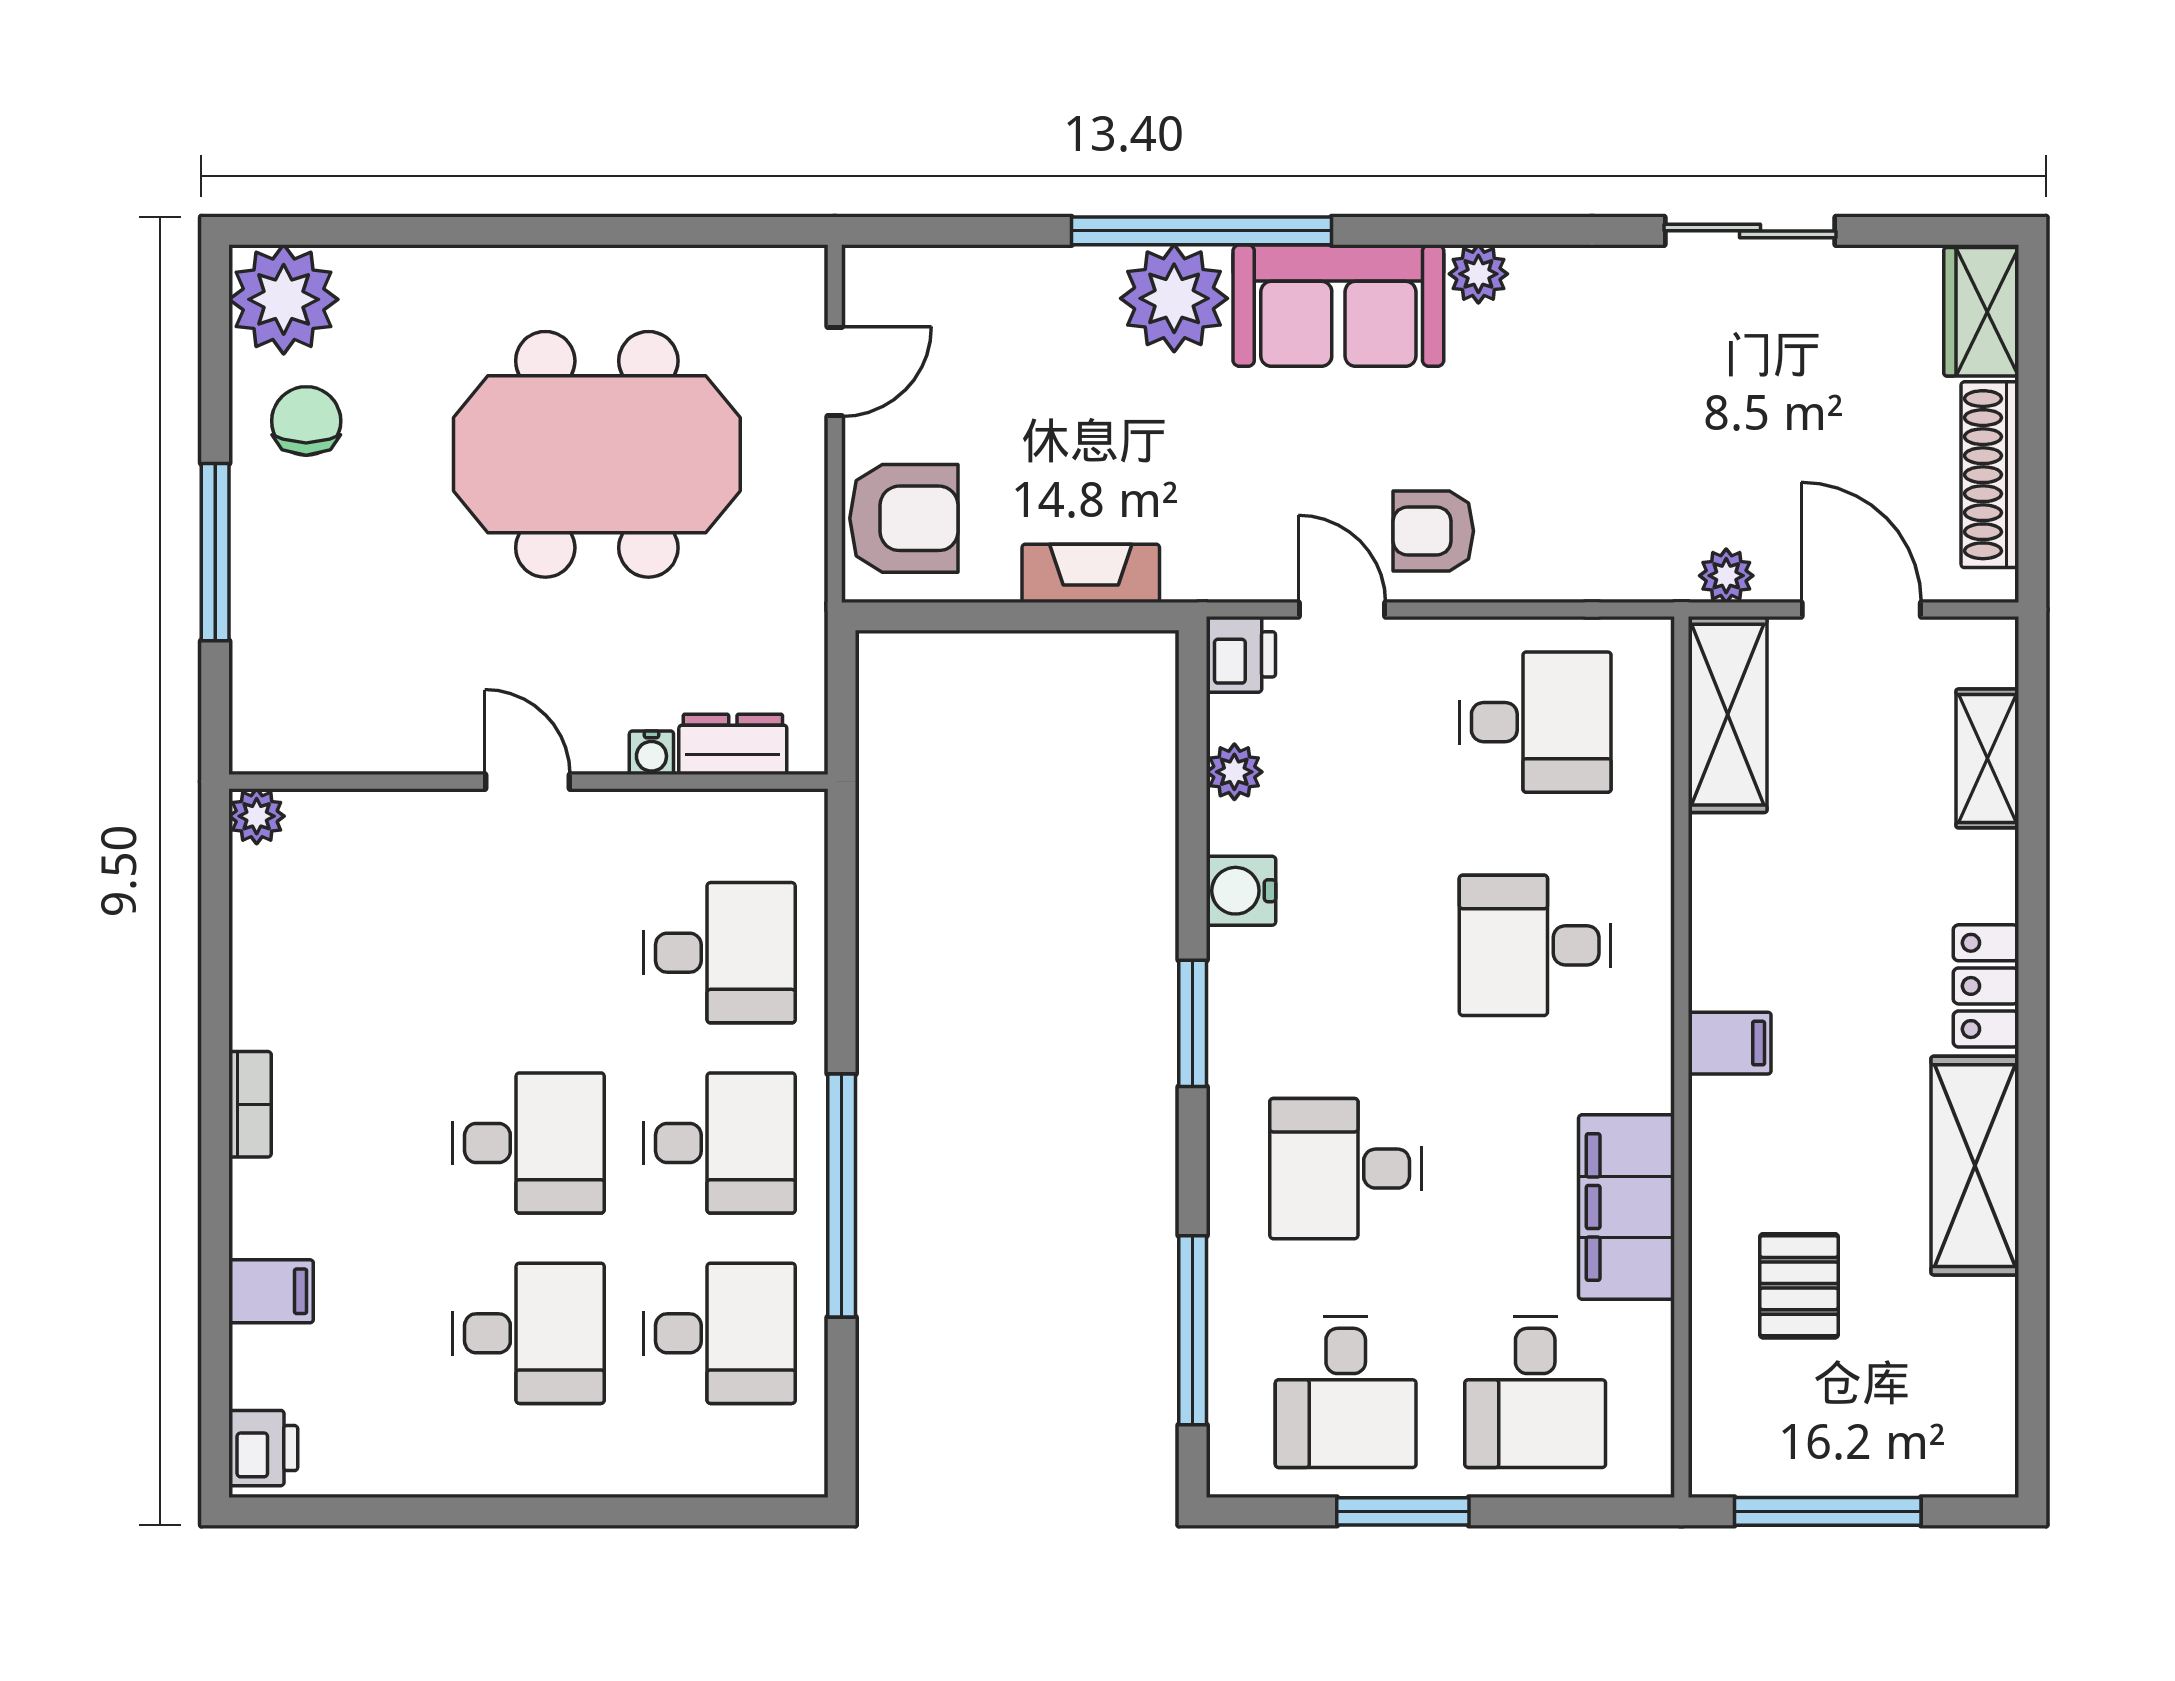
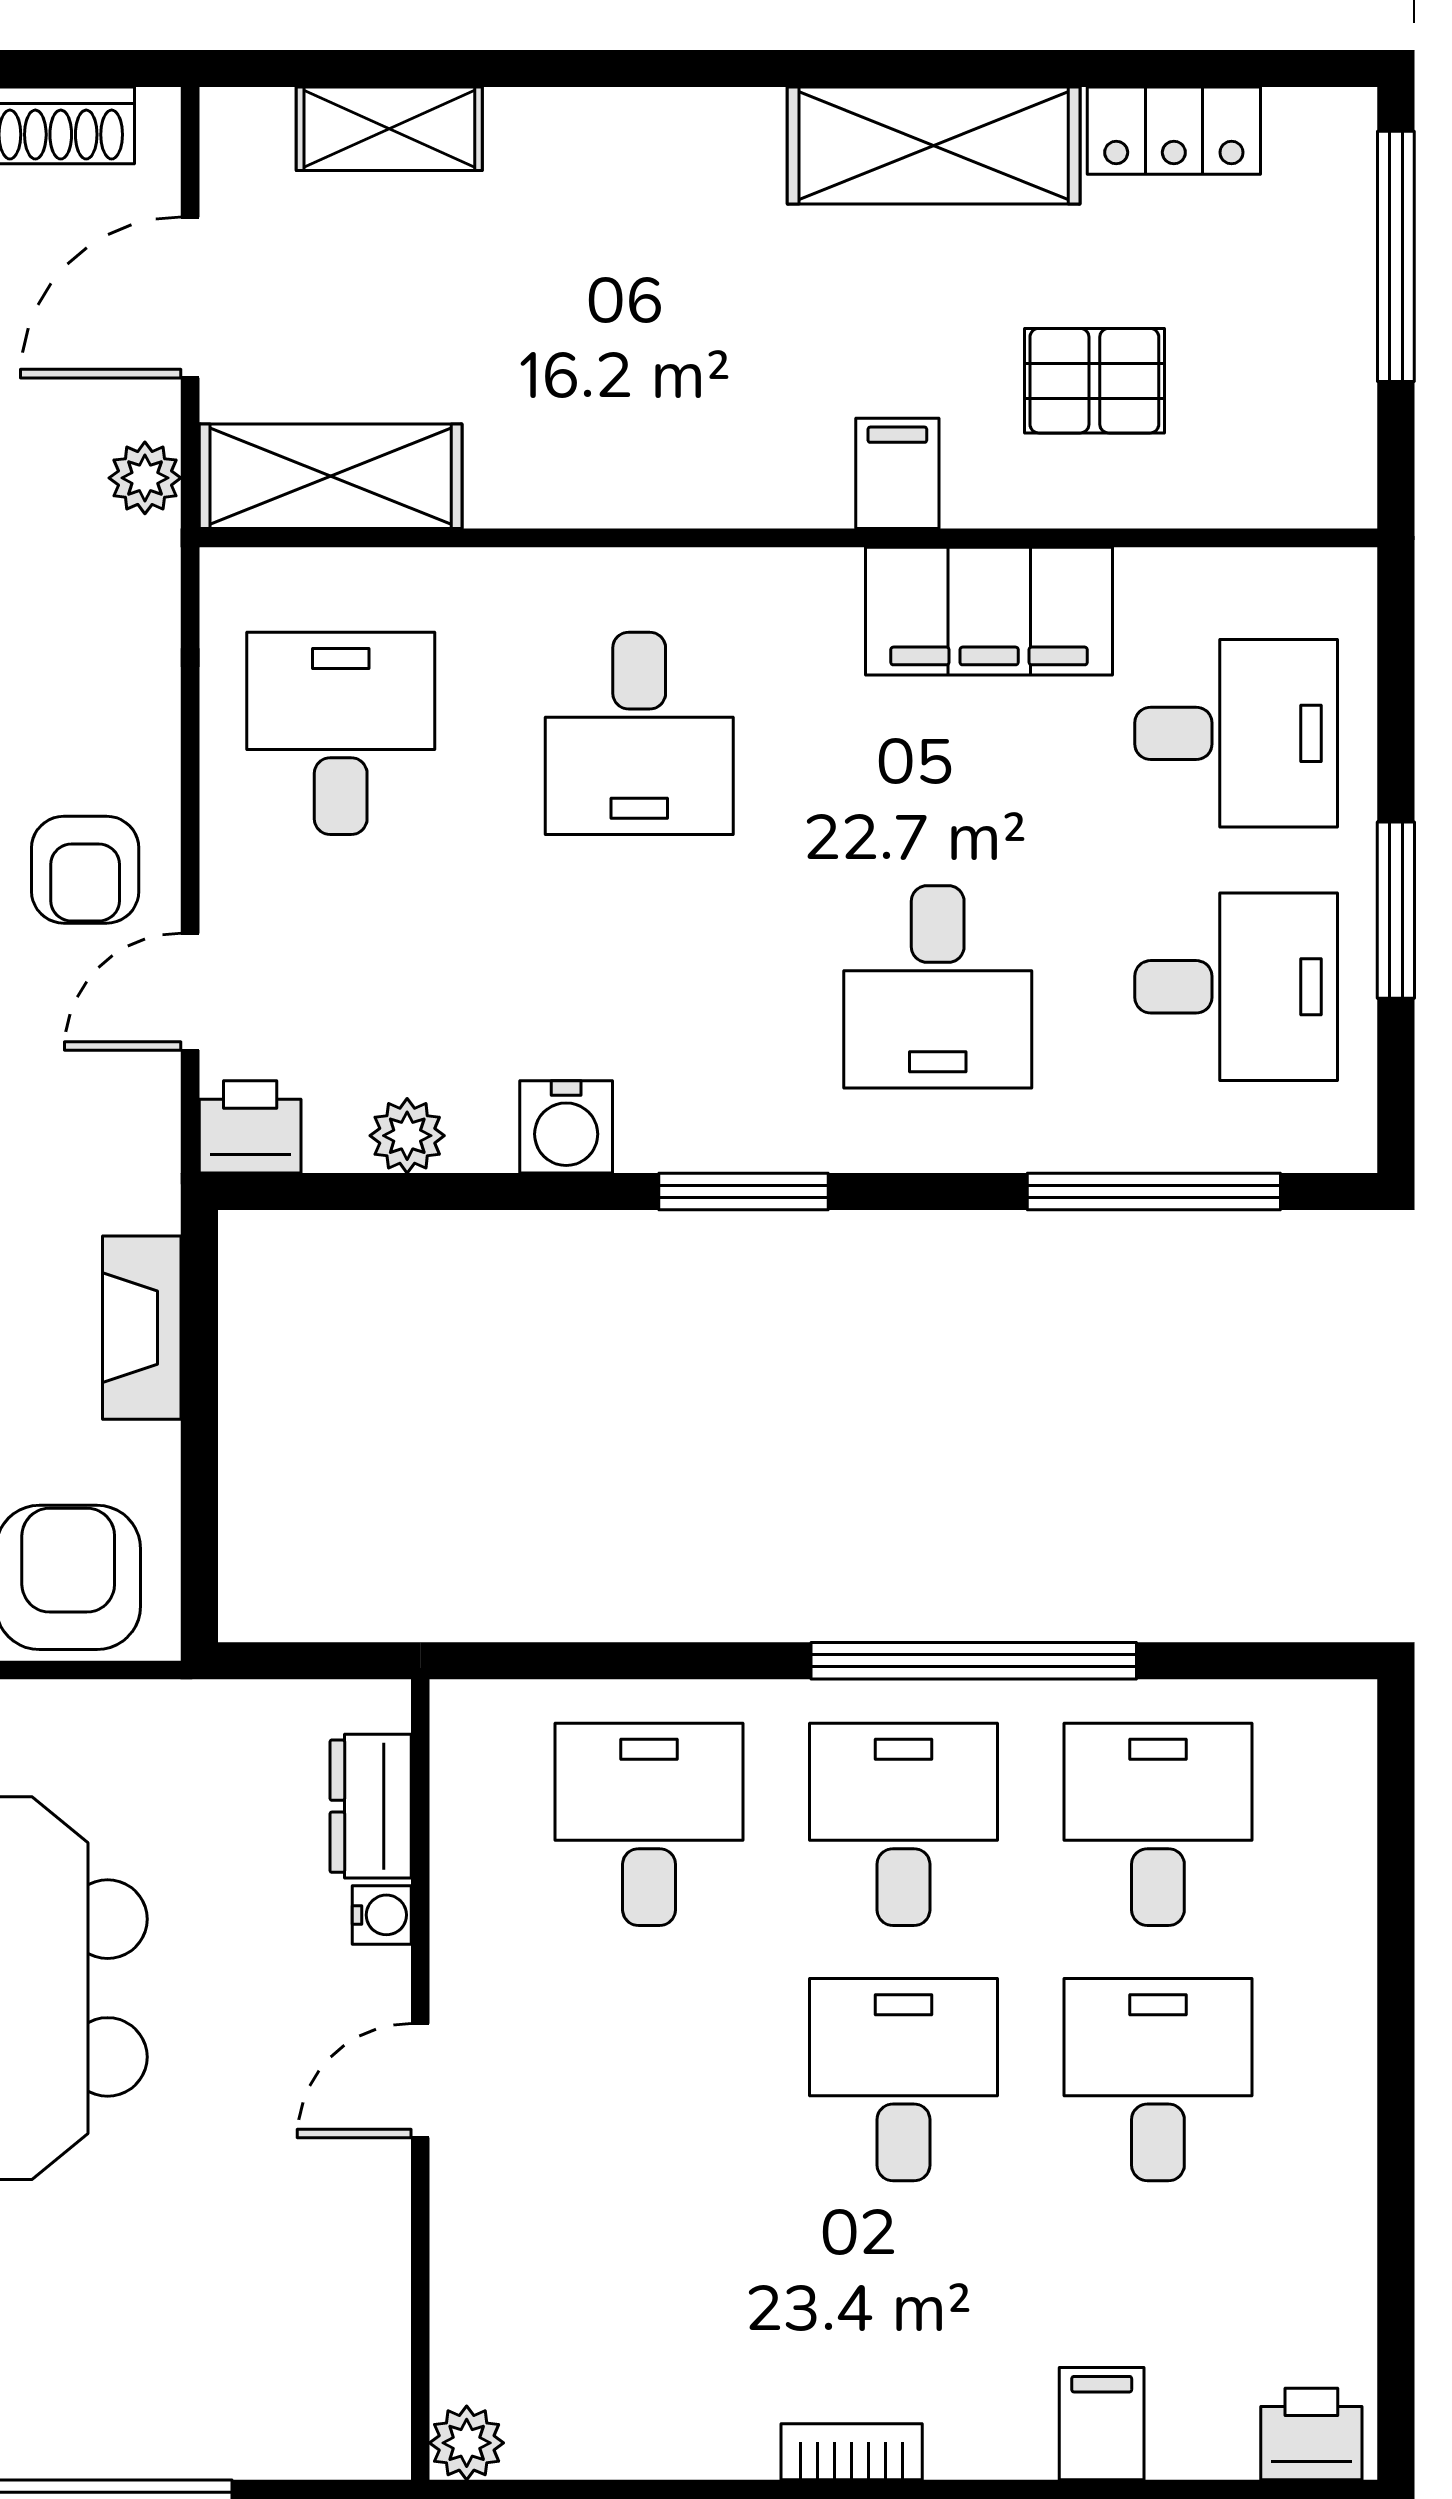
locker: (1986, 986) -> (1174, 131), moved
filing cabinet: (1730, 1043) -> (897, 473), moved
window: (1828, 1511) -> (1396, 256), moved

